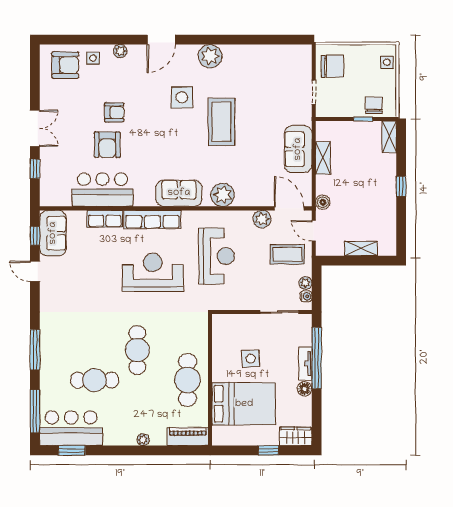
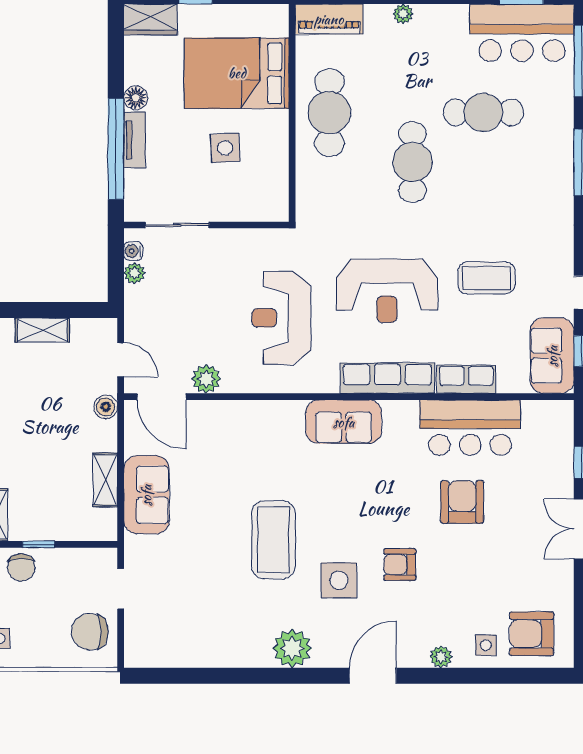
armchair: (114, 112) -> (400, 565), moved
plant: (223, 195) -> (271, 419), removed
coffee table: (287, 254) -> (486, 278), moved

